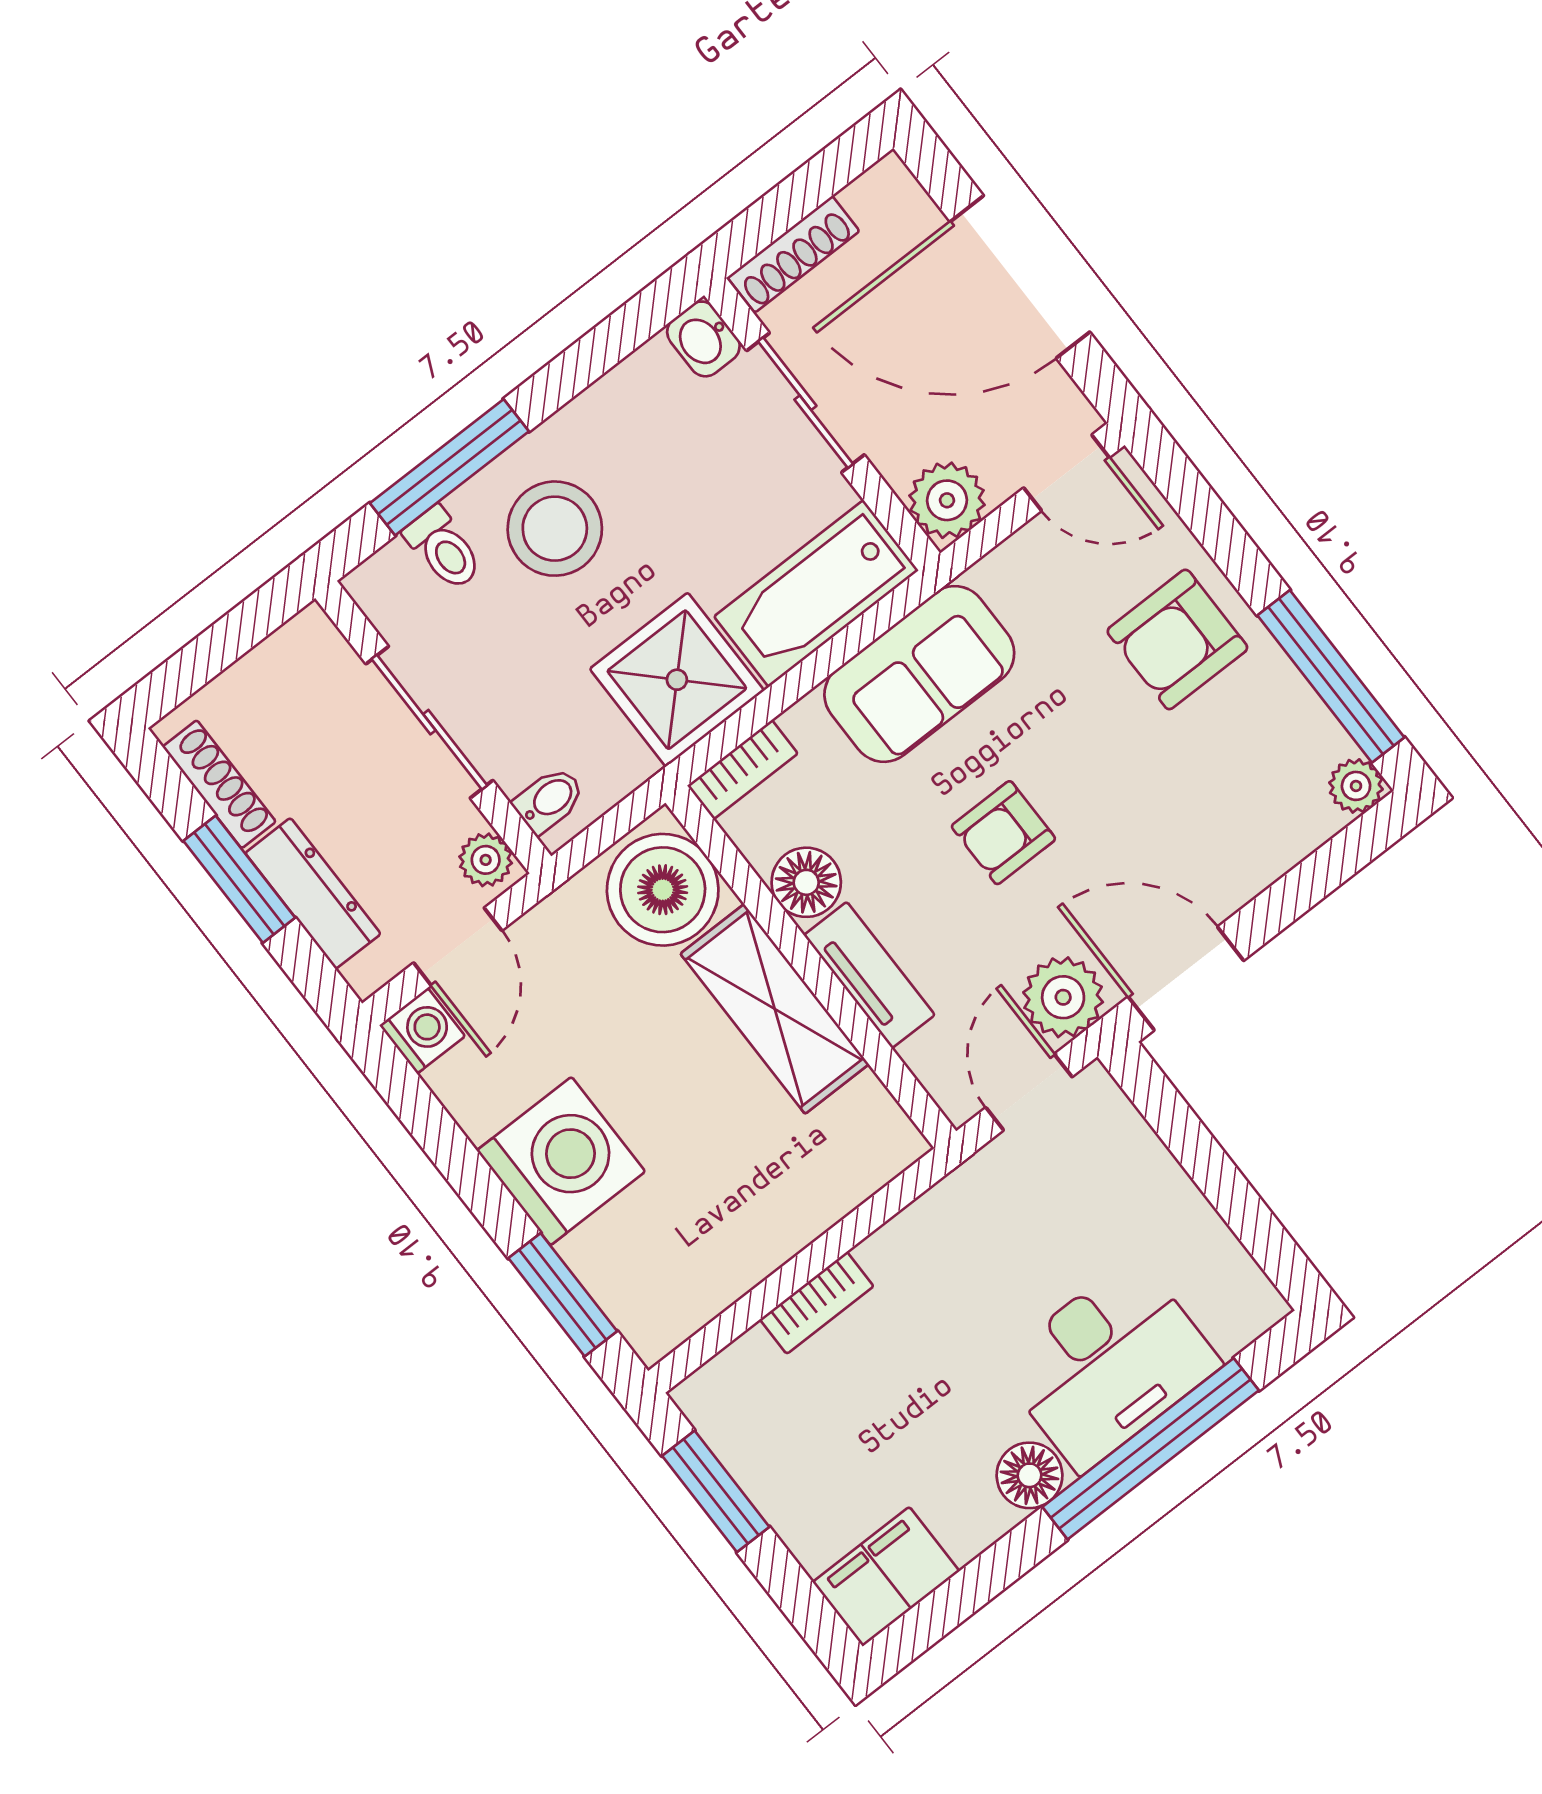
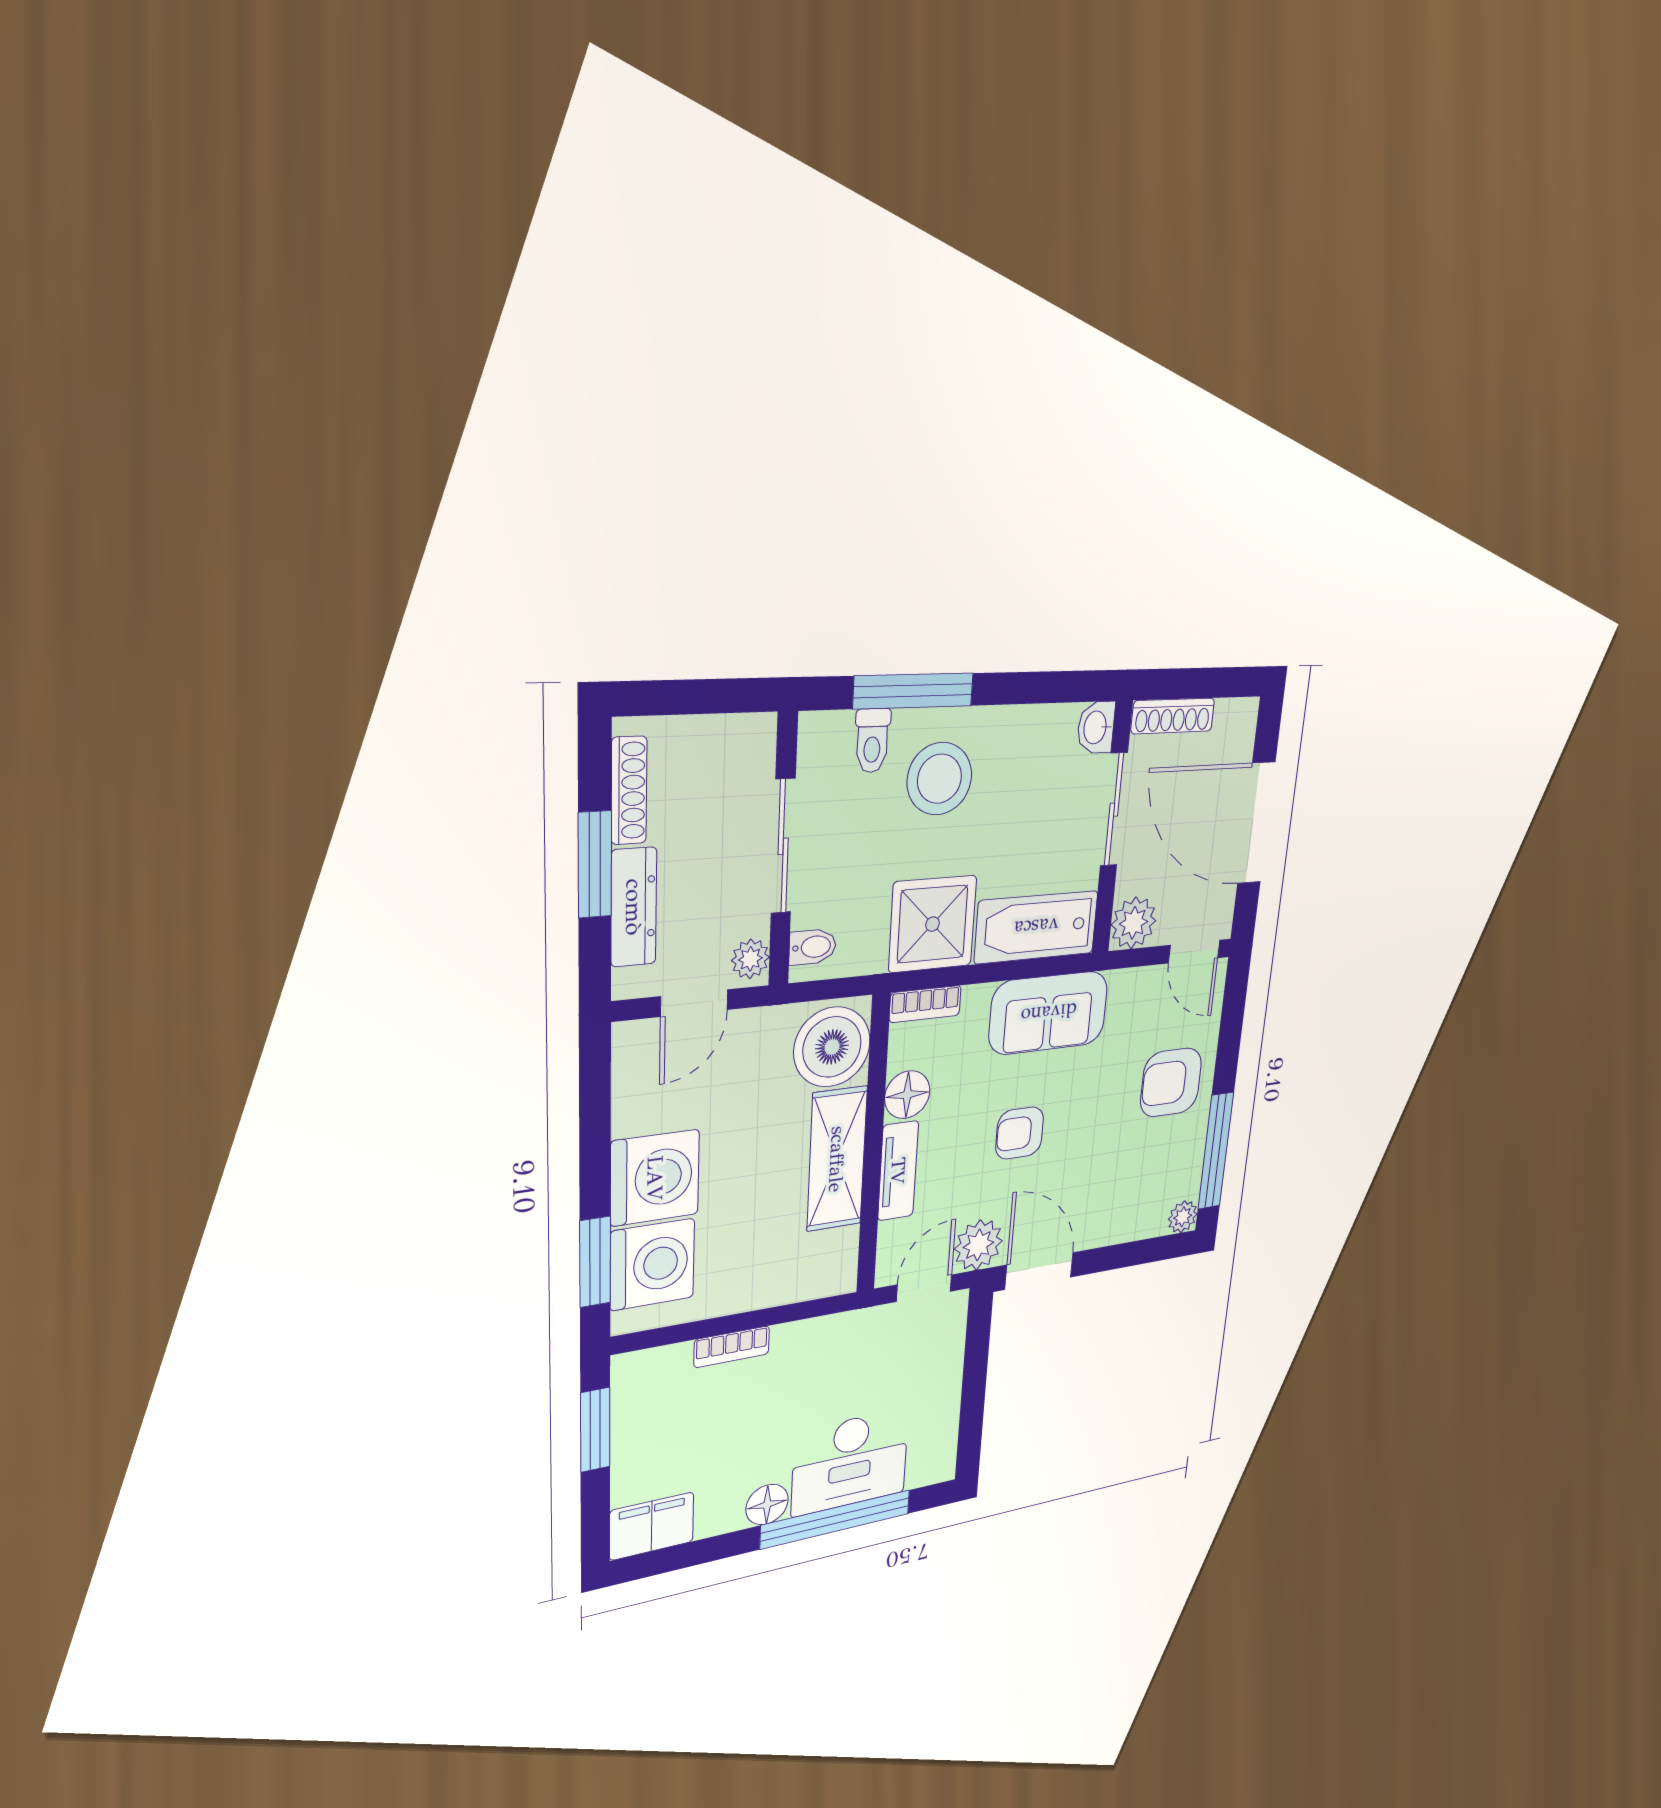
washing machine: (422, 1031) -> (652, 1265), moved, width x1.89, depth x1.89

